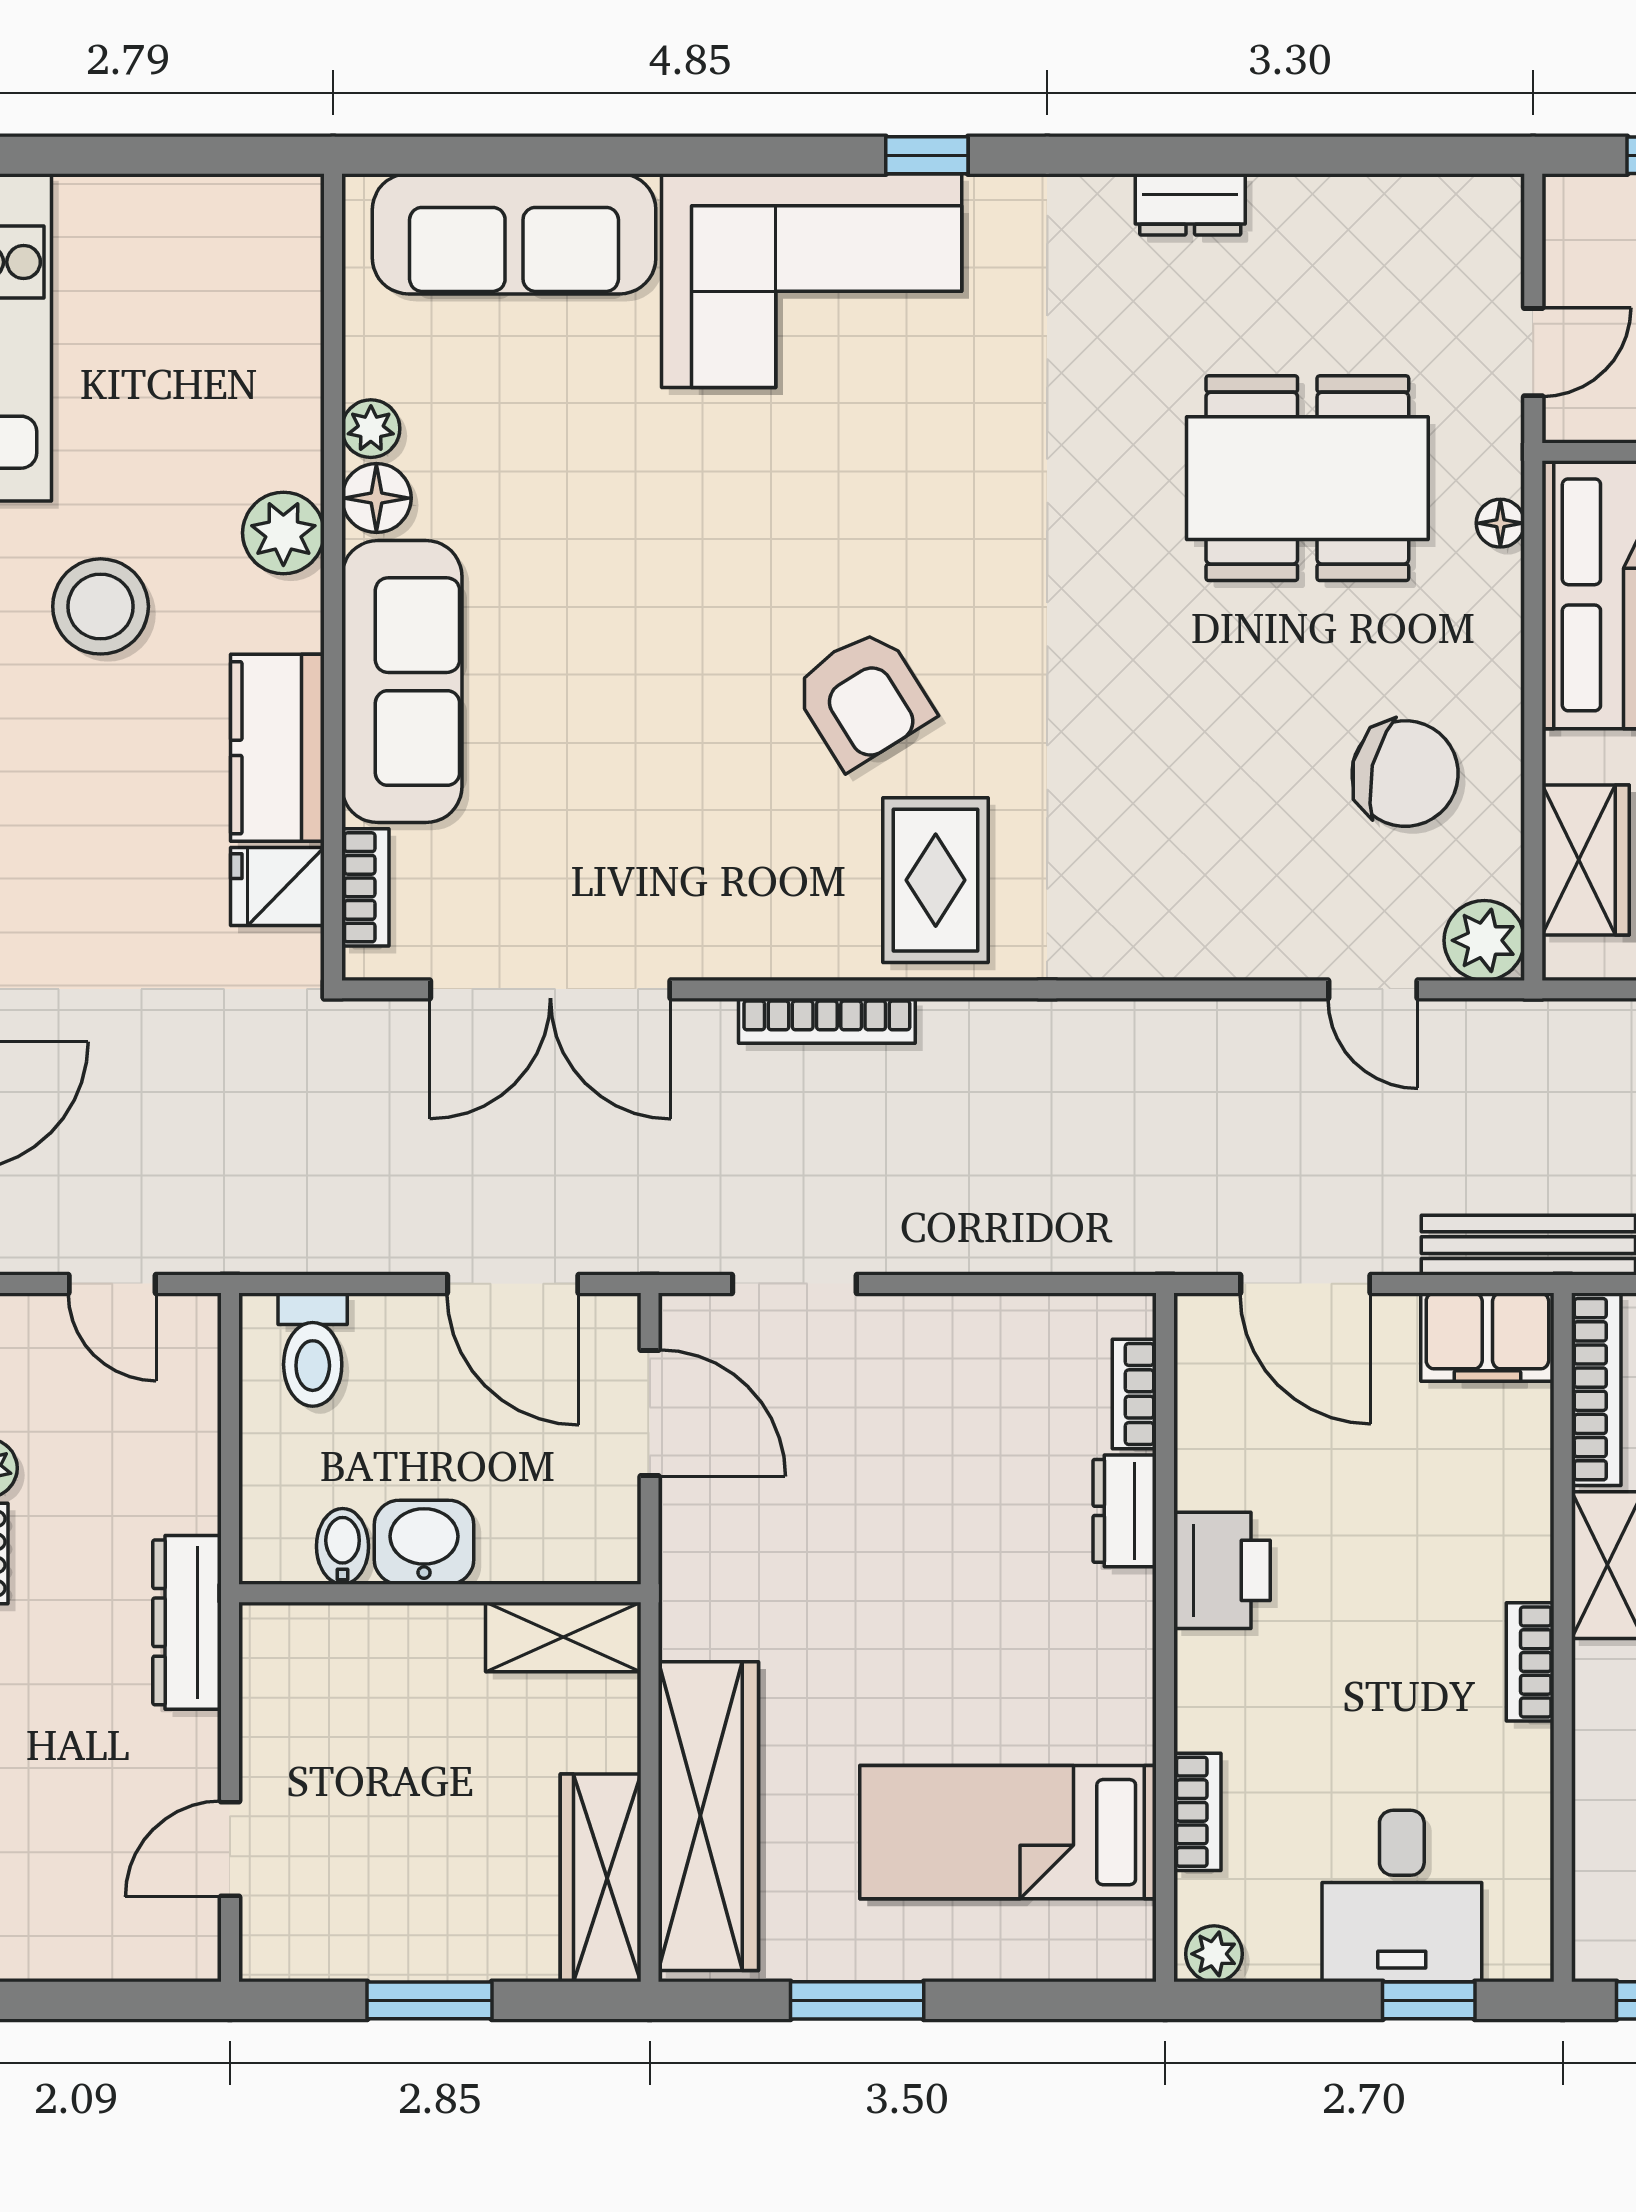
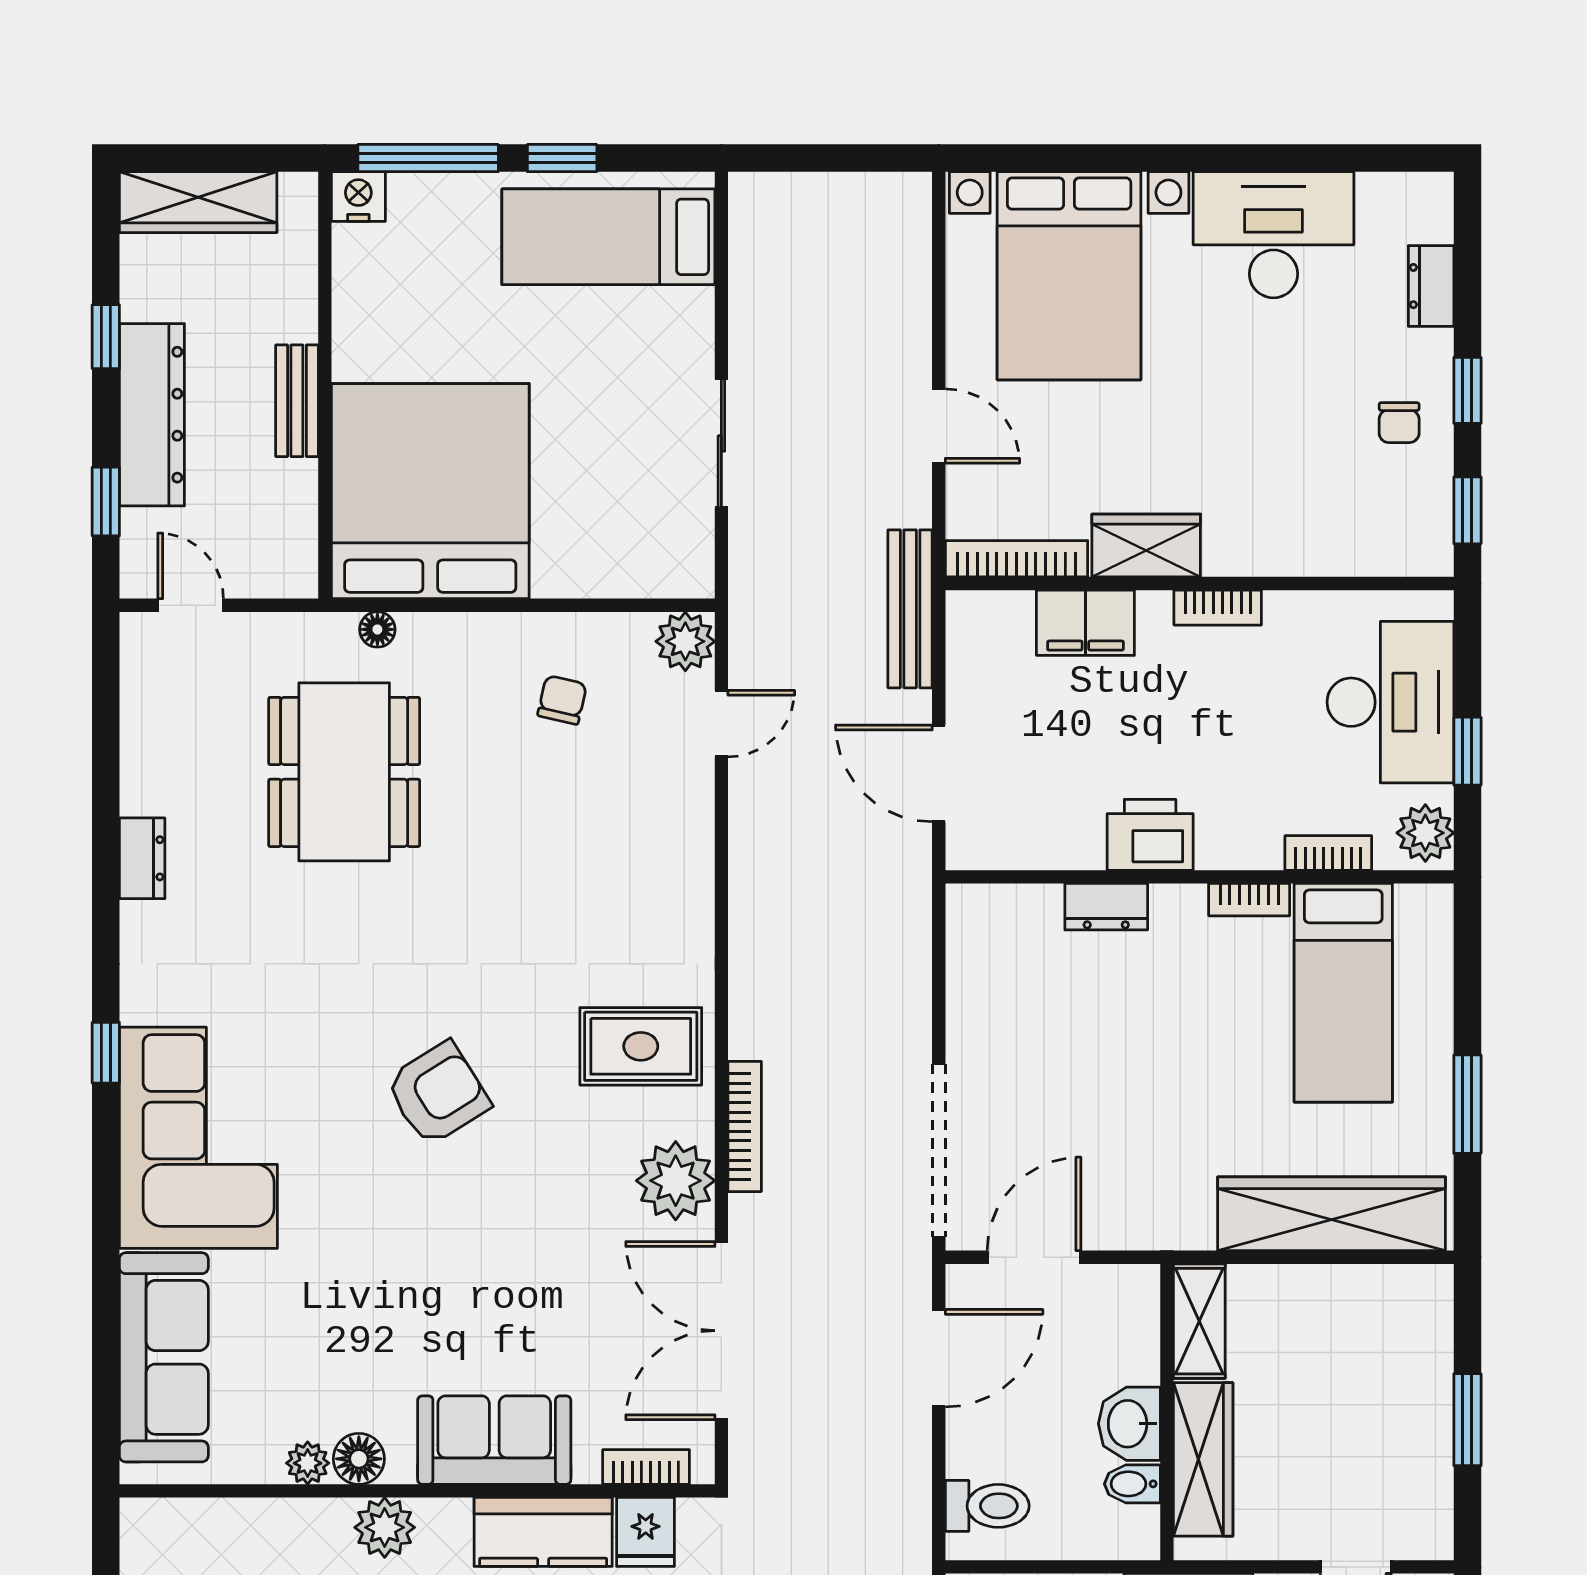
door: (1533, 352) -> (191, 605), moved
sofa: (402, 682) -> (494, 1440), width x0.73
armchair: (863, 698) -> (438, 1093), moved
chair: (1405, 774) -> (562, 700), width x0.54, depth x0.54
wardrobe: (1586, 860) -> (626, 567), removed
plant: (753, 927) -> (676, 1181), added
double door: (550, 989) -> (721, 1331), swing flipped
doorway: (794, 1284) -> (939, 1150), width x1.87
door: (1305, 1284) -> (939, 773), swing flipped
filing cabinet: (1487, 1337) -> (1085, 623), moved, turned 90
bookcase: (1134, 1394) -> (1249, 900), moved
wardrobe: (601, 1878) -> (1203, 1459), moved, turned -90
desk: (1402, 1896) -> (1390, 702), width x1.37
plant: (1214, 1954) -> (1425, 833), width x1.38, depth x1.38
window: (1429, 2000) -> (1467, 751), moved

